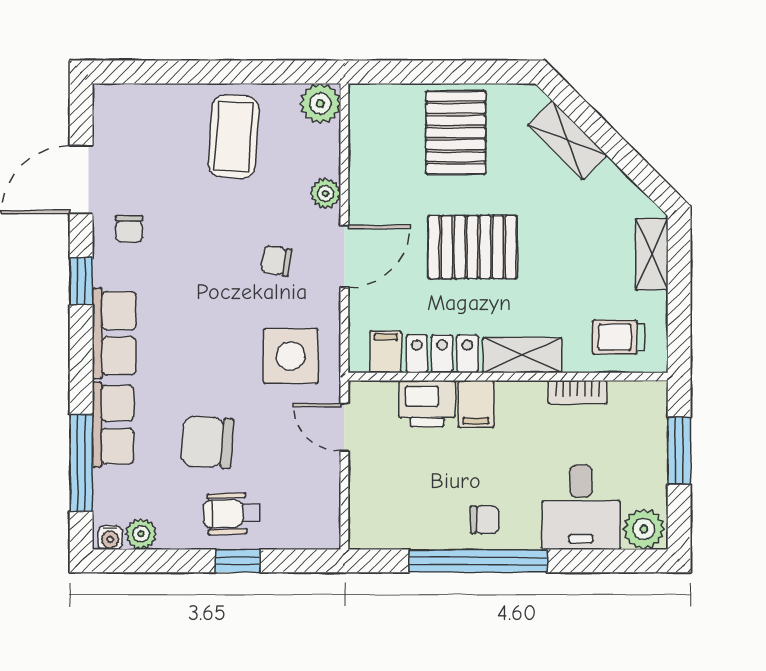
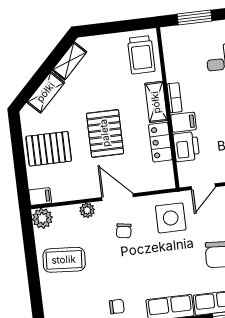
shelving: (652, 254) -> (69, 61), moved, turned -45
trolley: (618, 337) -> (141, 55), width x1.36, depth x1.39
filing cabinet: (386, 352) -> (40, 196), moved, turned 180
bookcase: (577, 392) -> (175, 98), moved

